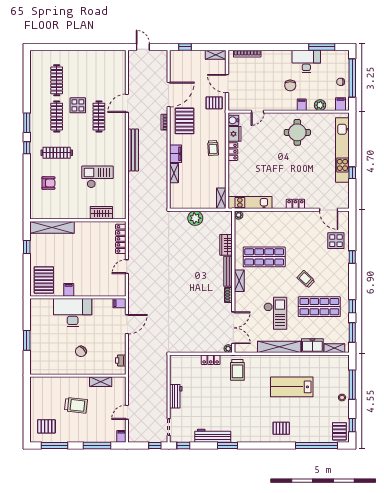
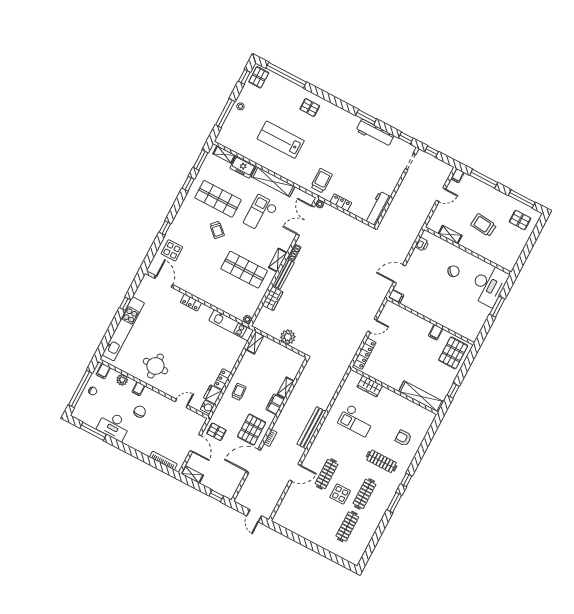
desk: (73, 313) -> (489, 285), moved, turned -90
lab bench: (292, 387) -> (281, 140), turned 180
workbench: (176, 396) -> (378, 209), moved, width x1.38

